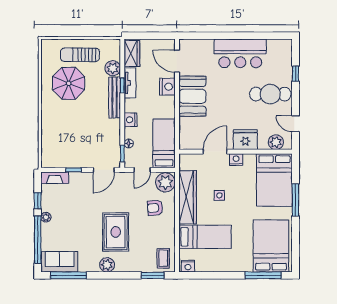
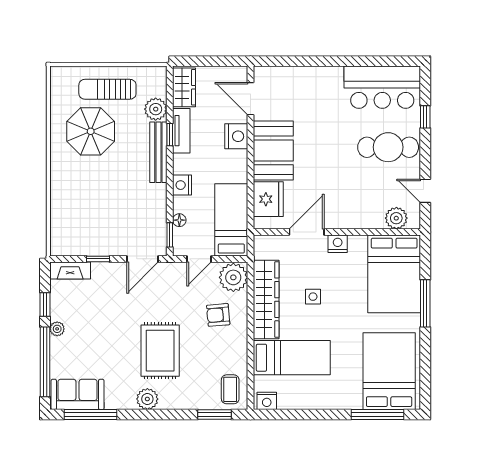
bar counter: (240, 53) -> (382, 87), moved
fridge: (245, 140) -> (268, 199), moved, turned 90

